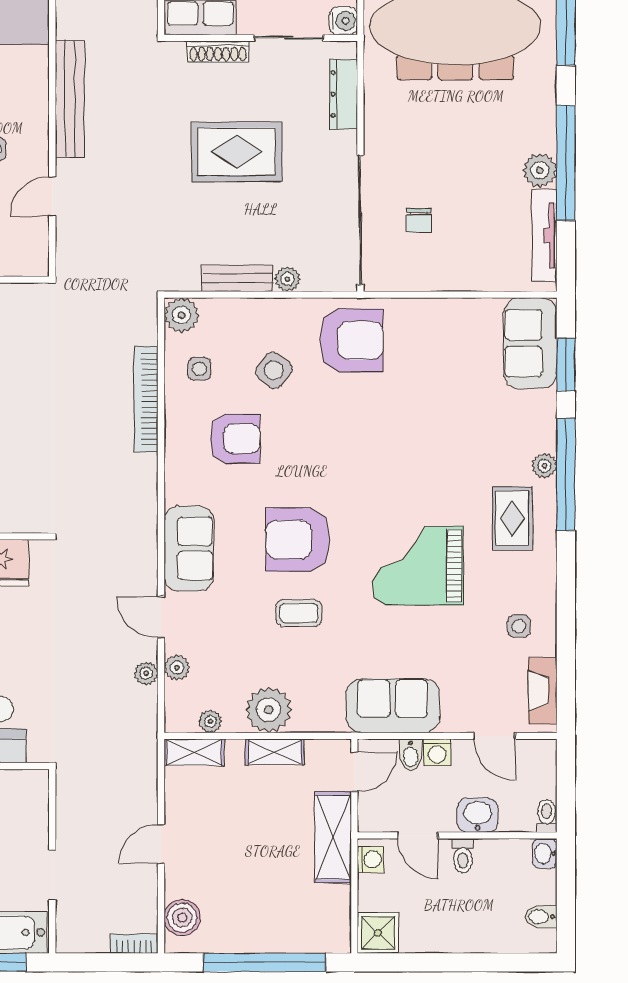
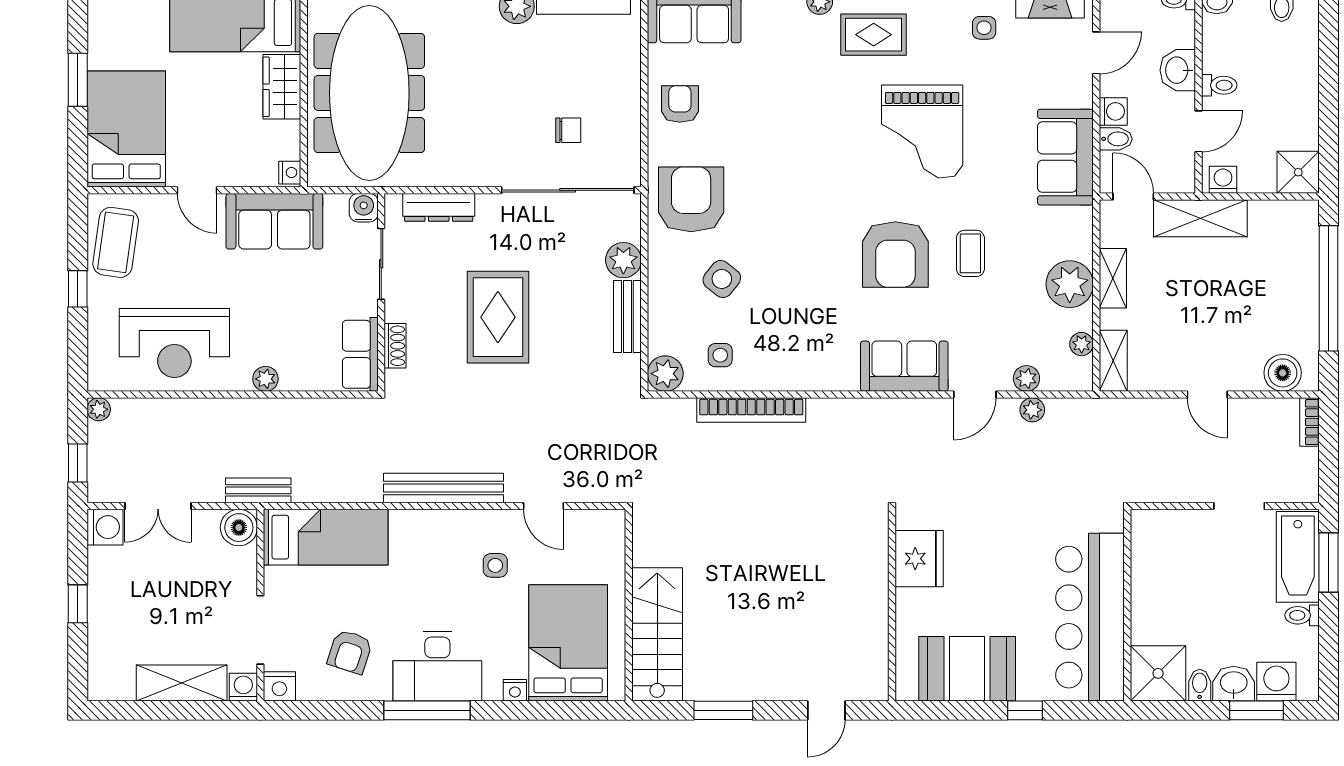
shoe rack: (218, 51) -> (395, 346), width x0.70
plant: (287, 279) -> (623, 260), width x1.38, depth x1.38
armchair: (235, 439) -> (680, 104), moved, width x0.72, depth x0.72

